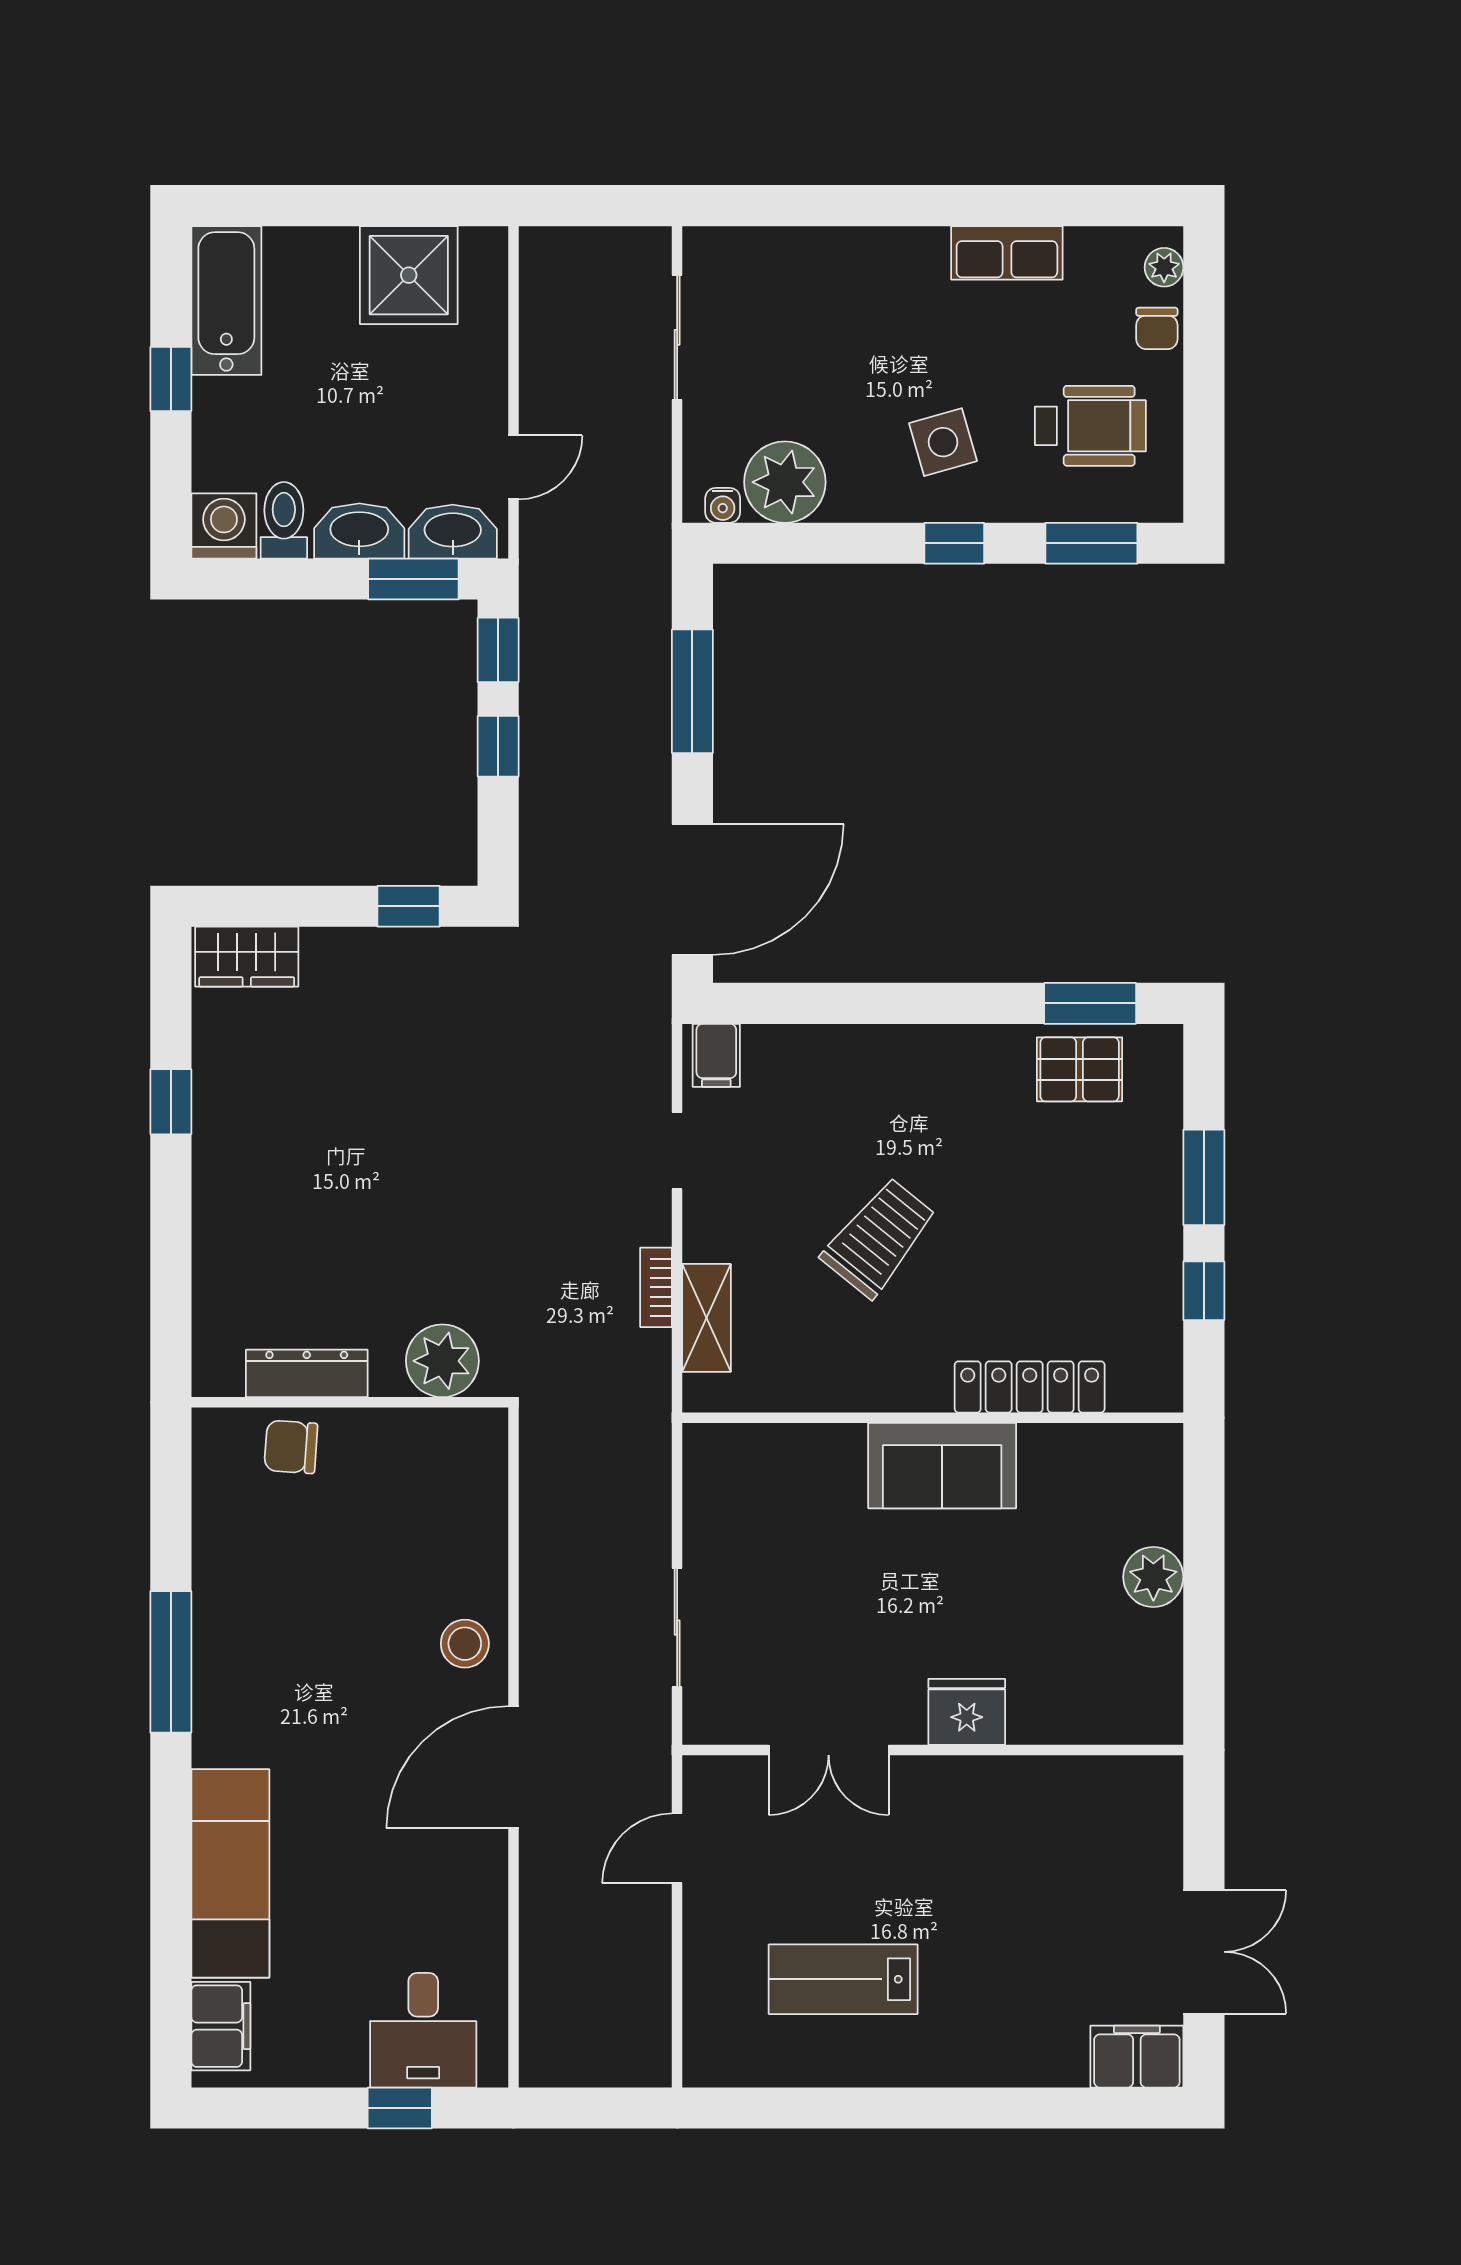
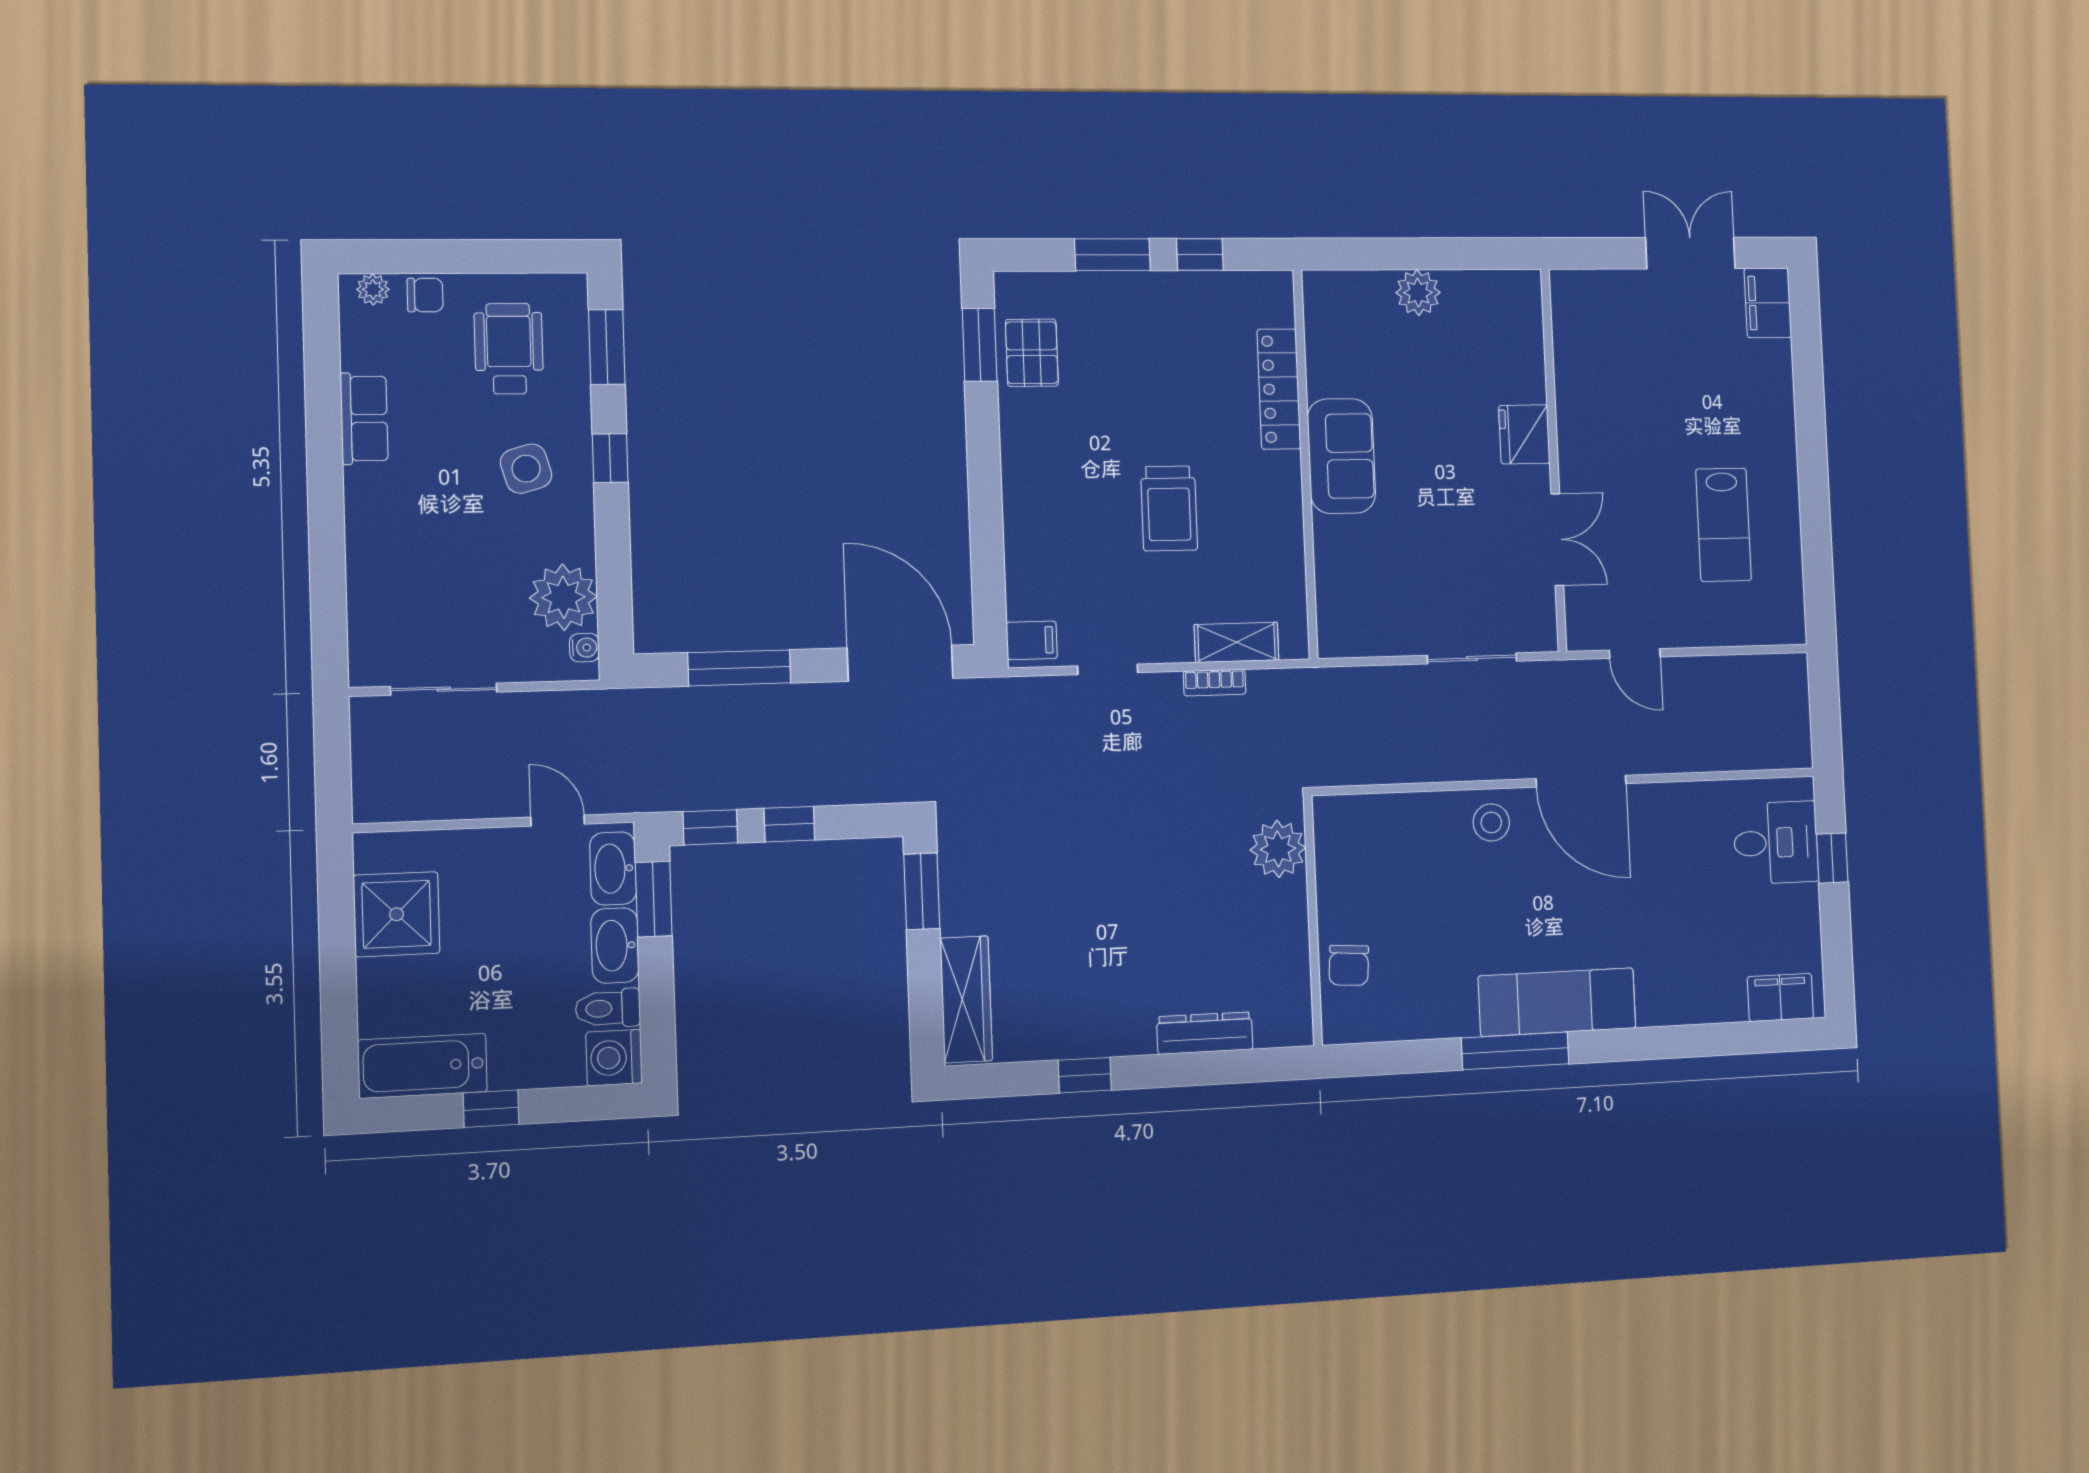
window: (409, 906) -> (922, 891), width x1.50
wardrobe: (247, 957) -> (966, 999), width x1.50
trolley: (879, 1238) -> (1169, 508), turned -129
dresser: (307, 1373) -> (1205, 1033), moved, turned 90
exam couch: (230, 1873) -> (1557, 1002), moved

